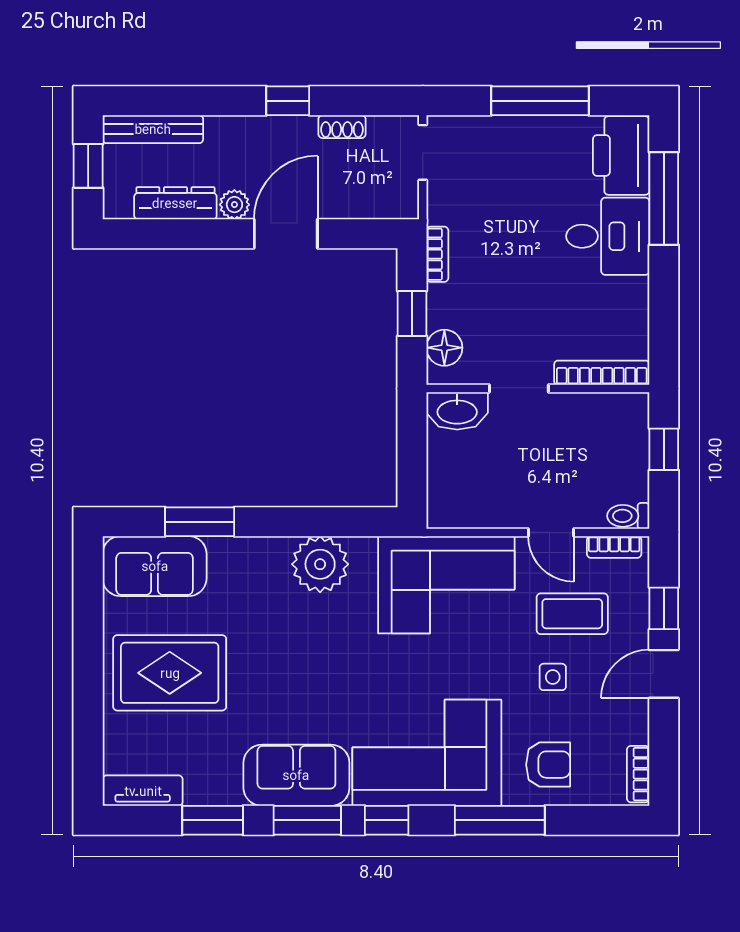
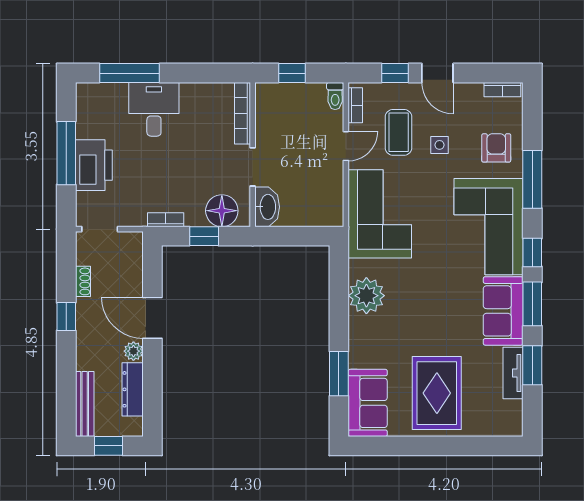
printer: (621, 155) -> (94, 165), moved, turned -90
floor lamp: (444, 348) -> (222, 211), width x1.38, depth x1.38
tv unit: (143, 791) -> (513, 373), moved

